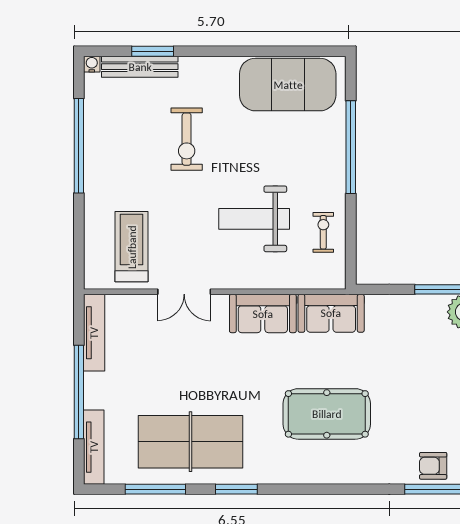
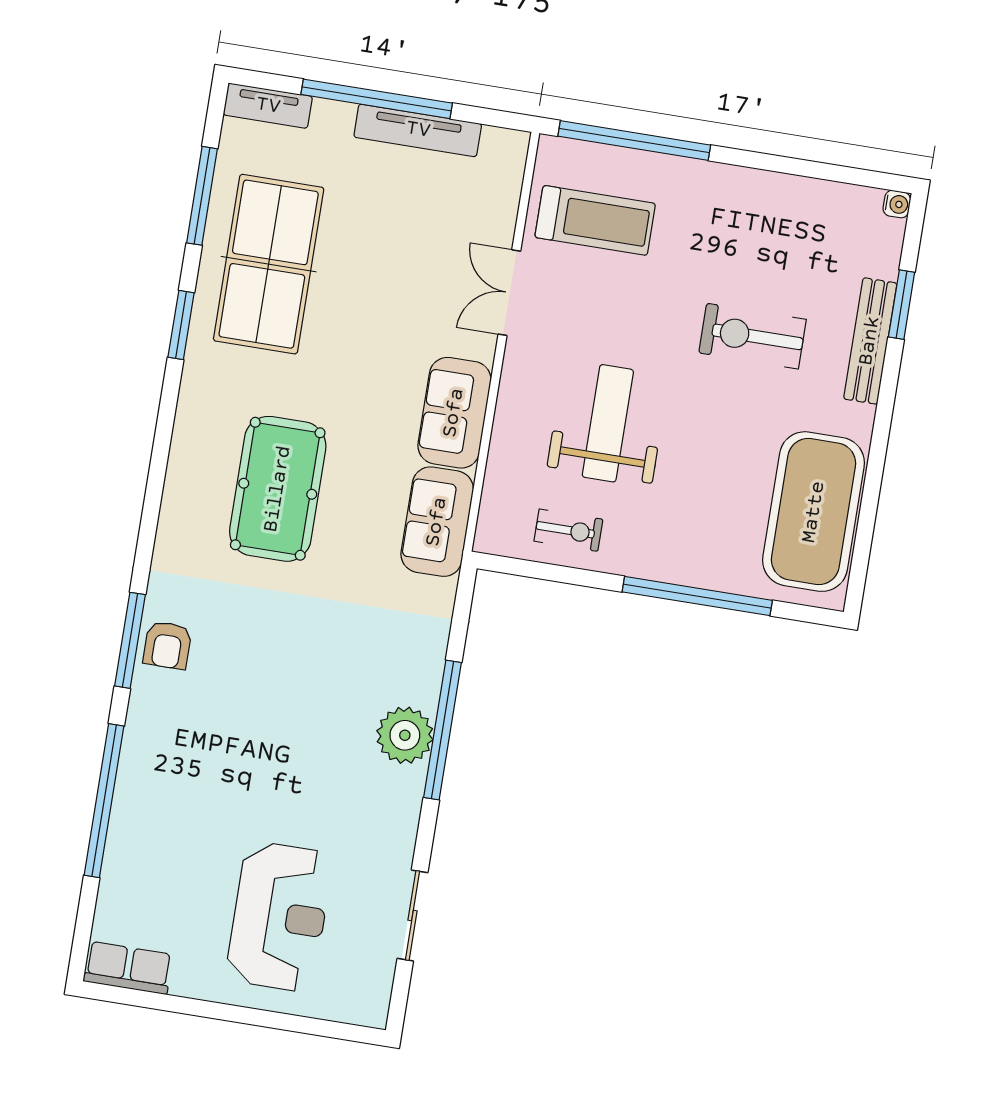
bench: (140, 67) -> (870, 341), moved
window: (79, 146) -> (634, 141), moved
tv unit: (94, 333) -> (418, 130), moved
tv unit: (94, 447) -> (268, 106), width x0.71
armchair: (433, 466) -> (167, 645), turned 180

